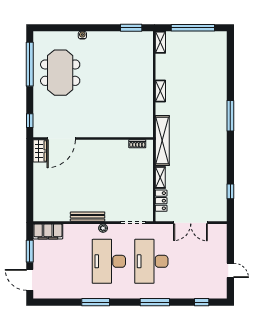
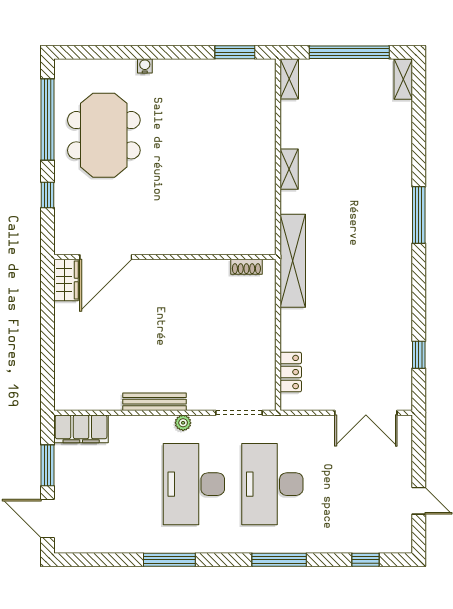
window: (30, 121) -> (48, 195), moved
shelving: (160, 177) -> (403, 79), moved
double door: (191, 223) -> (366, 413), moved

